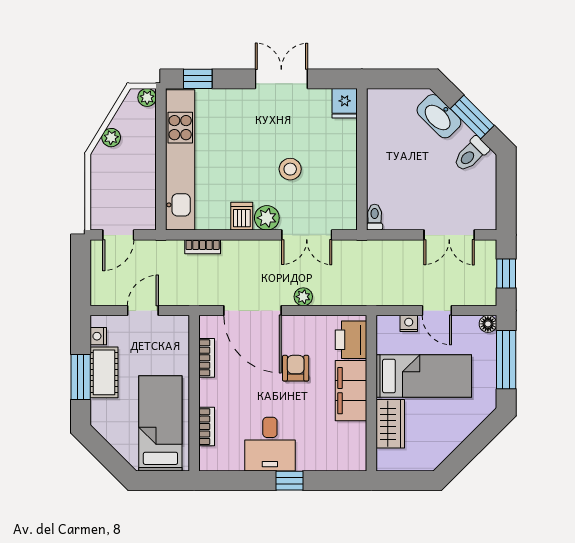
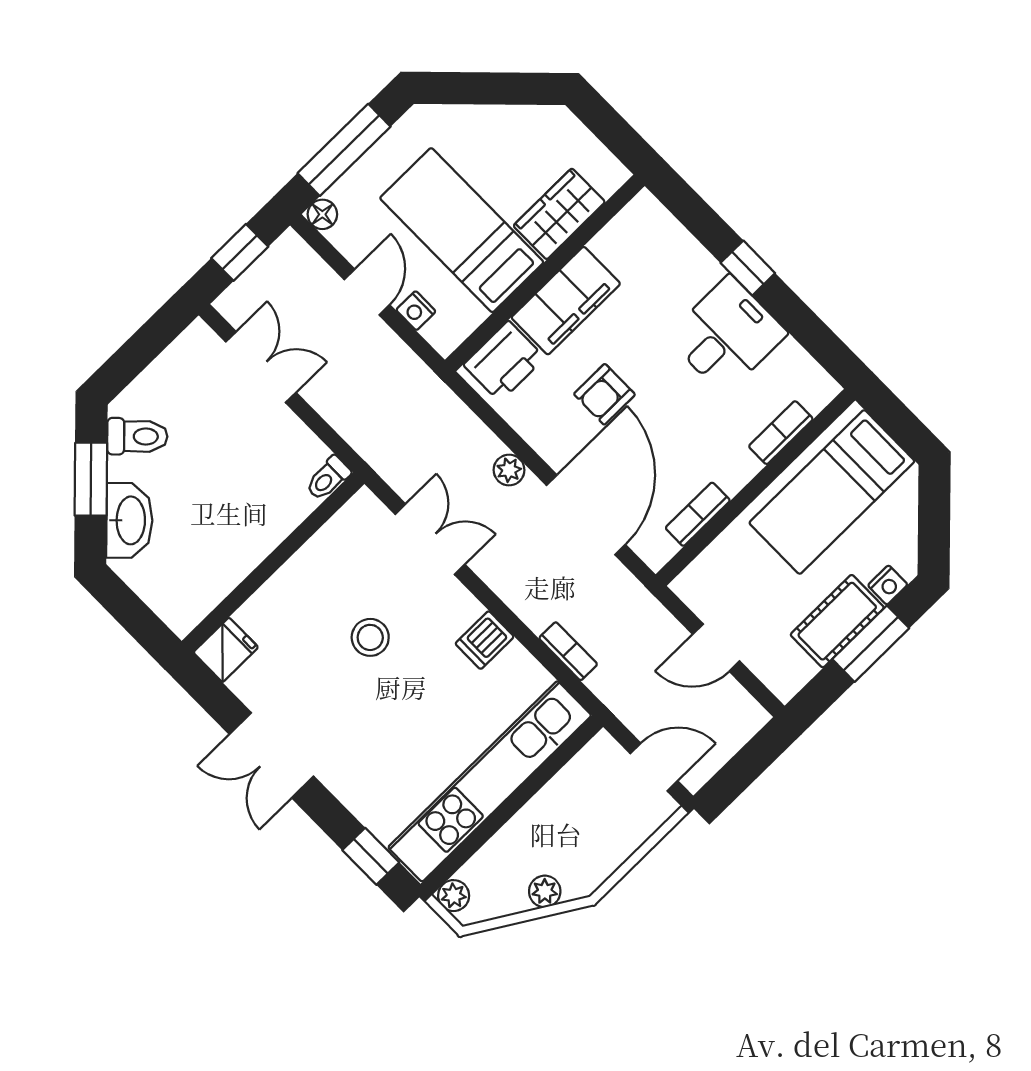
plant: (267, 218) -> (457, 608), removed
nightstand: (98, 336) -> (888, 585), moved

